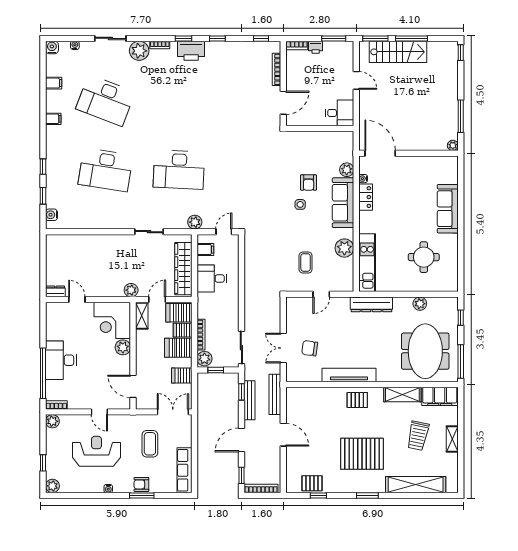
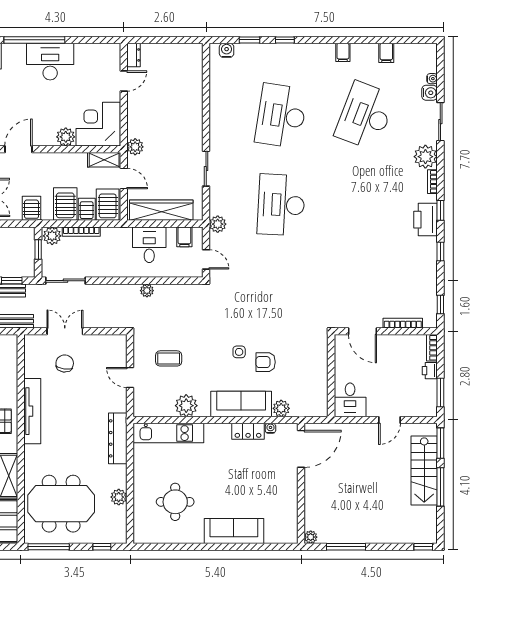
water cooler: (52, 47) -> (430, 93), moved
plant: (250, 280) -> (147, 291), added

